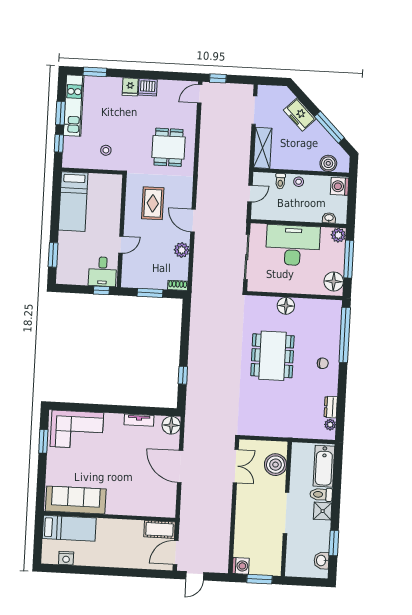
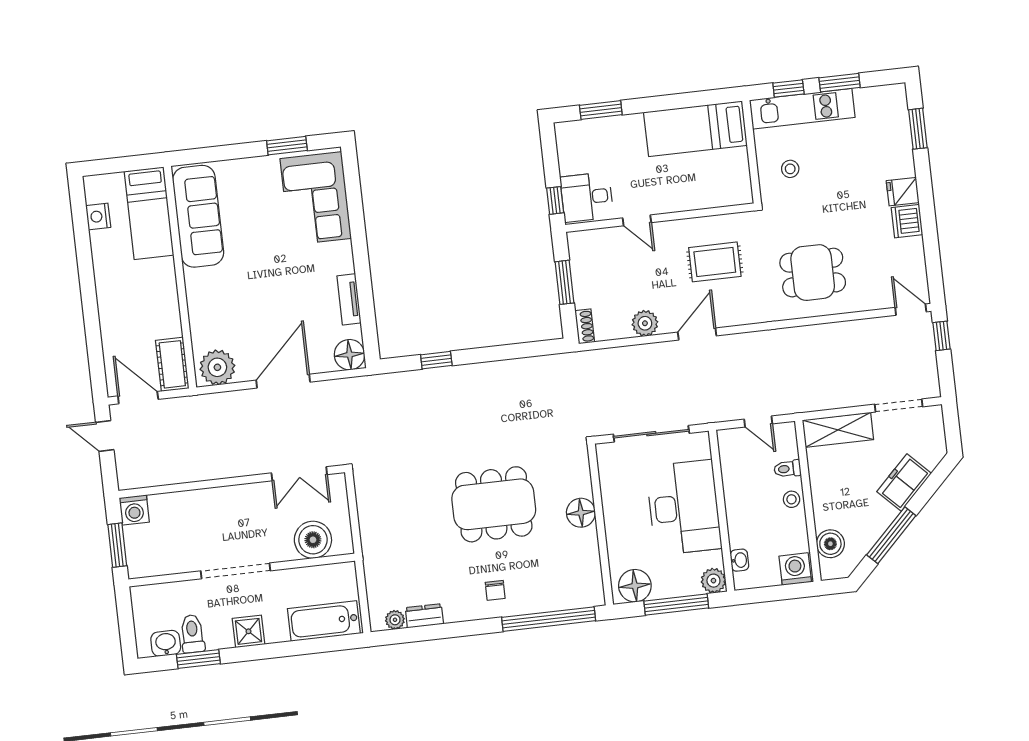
kitchen unit: (74, 106) -> (802, 109), moved
toilet: (321, 494) -> (192, 634), moved
plant: (166, 503) -> (217, 367), added

